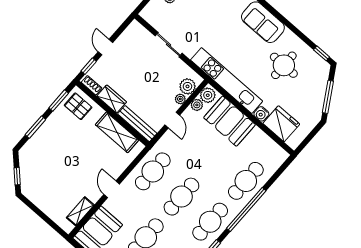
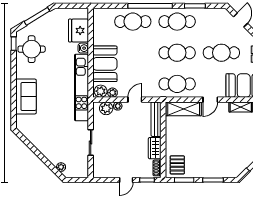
round table: (284, 65) -> (32, 49), moved
shelving: (117, 132) -> (184, 109), moved, turned 90

